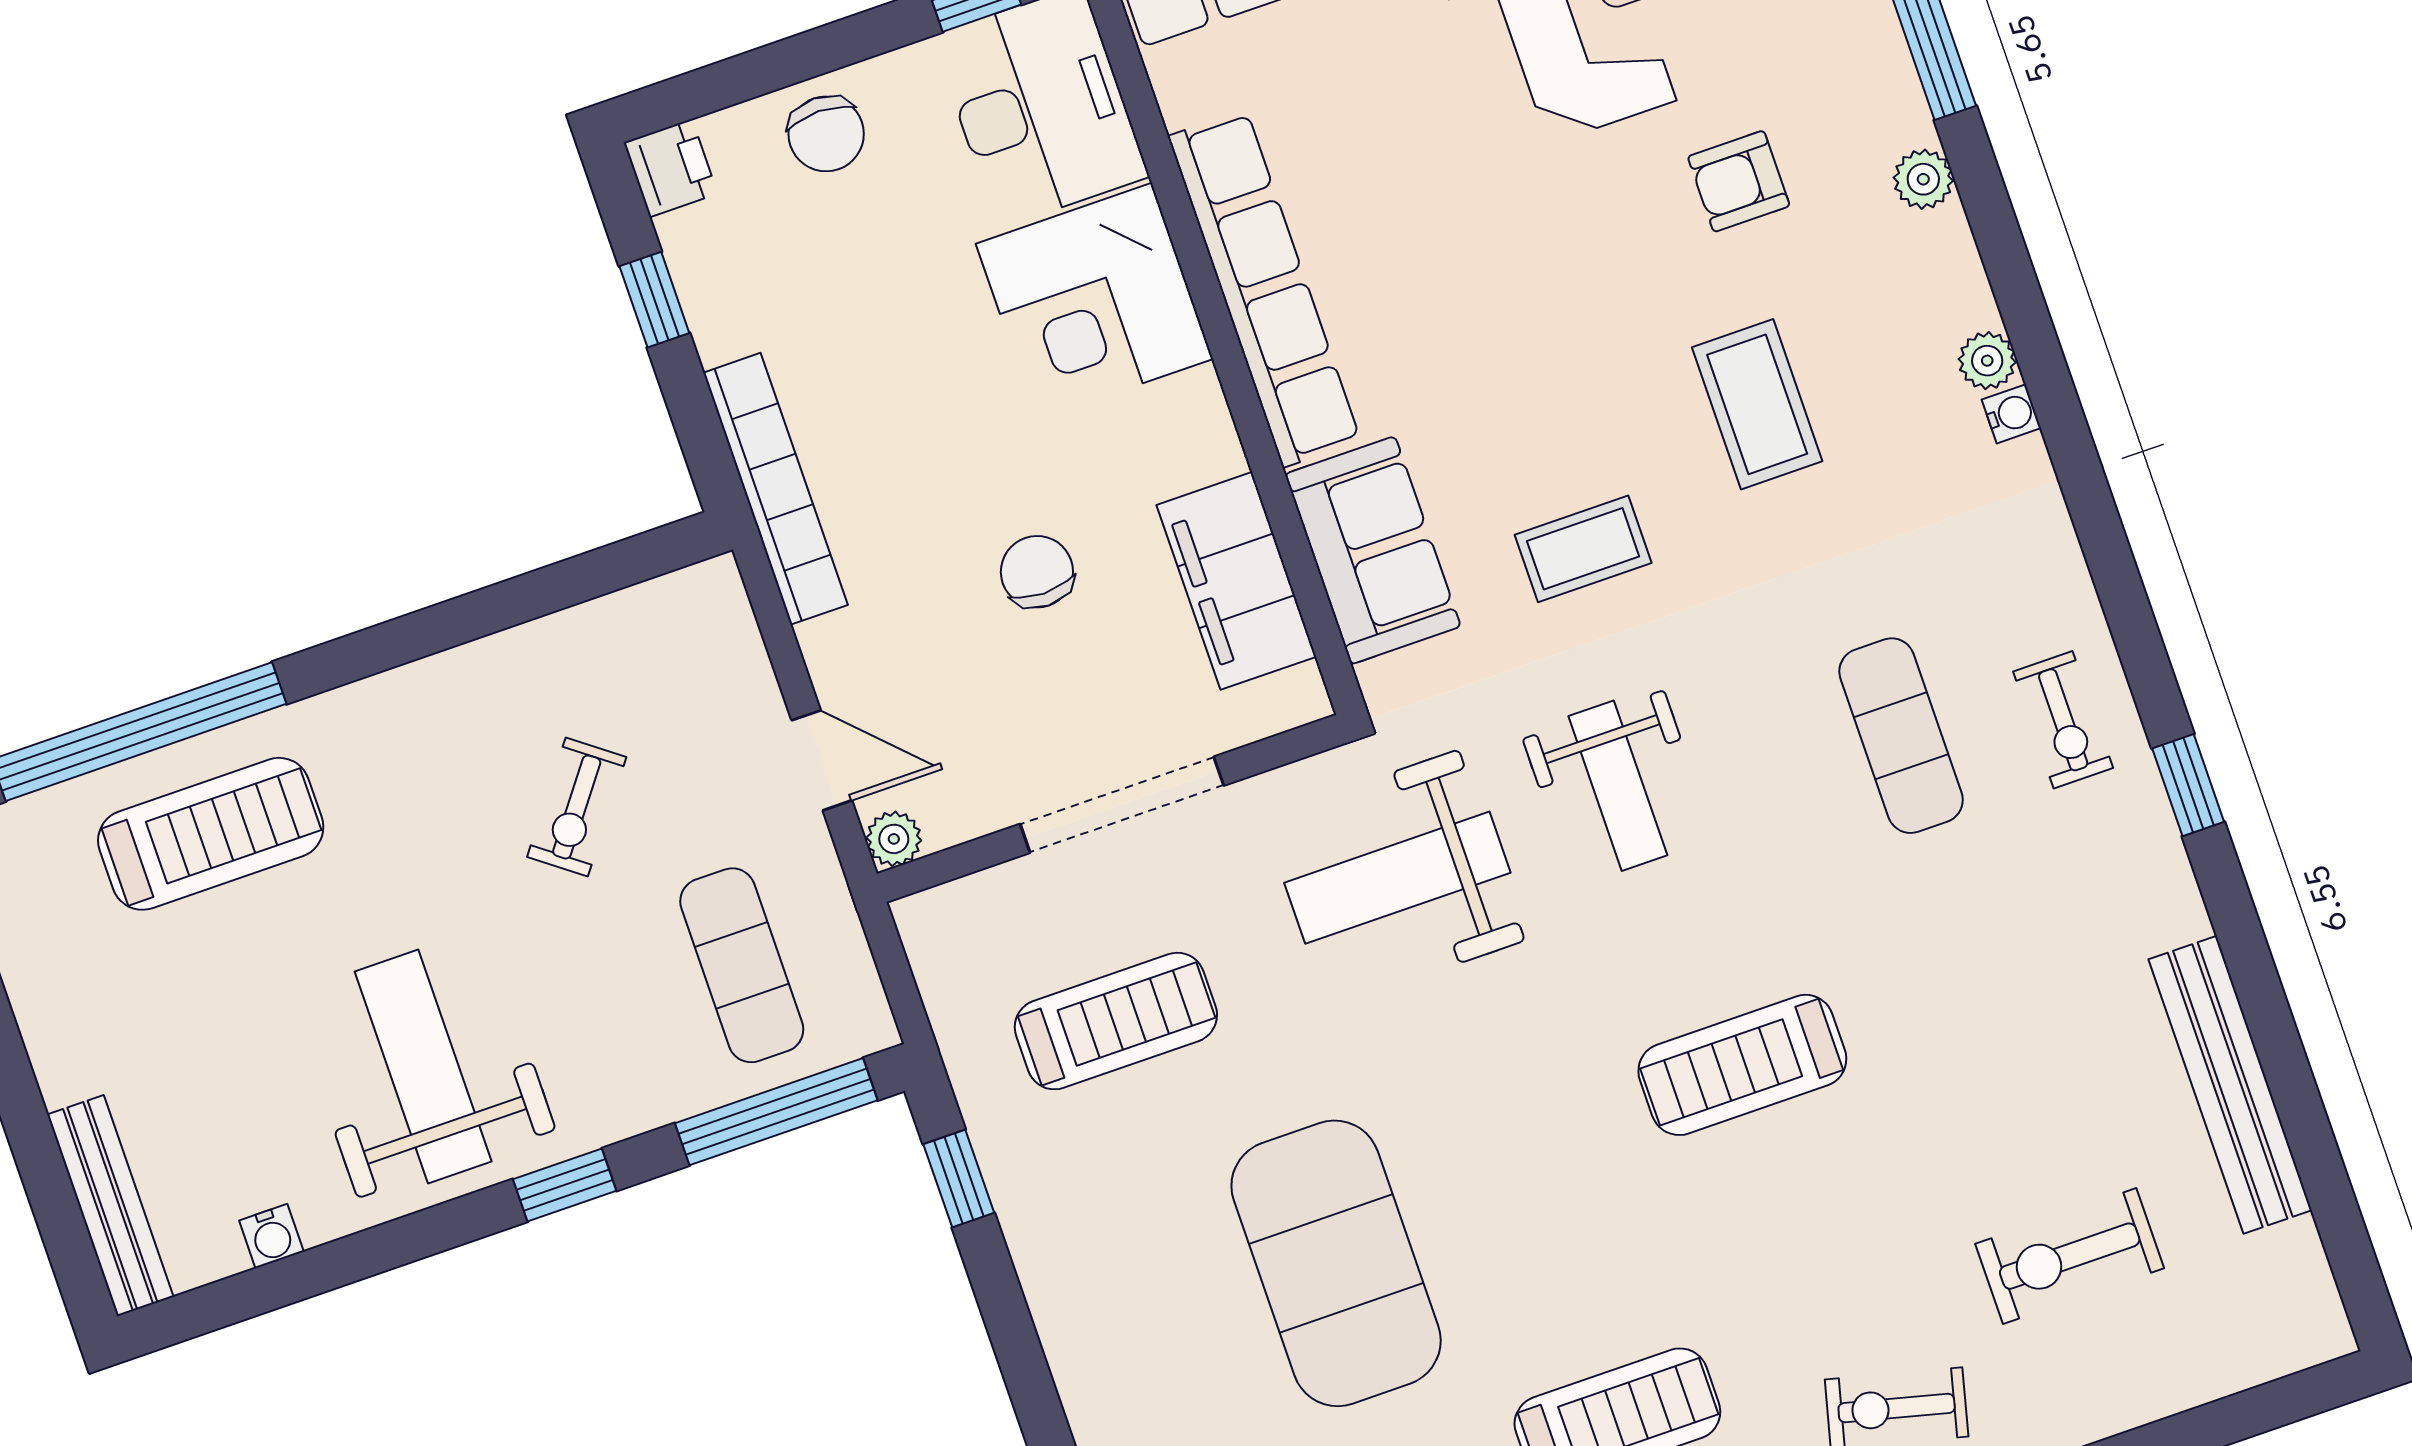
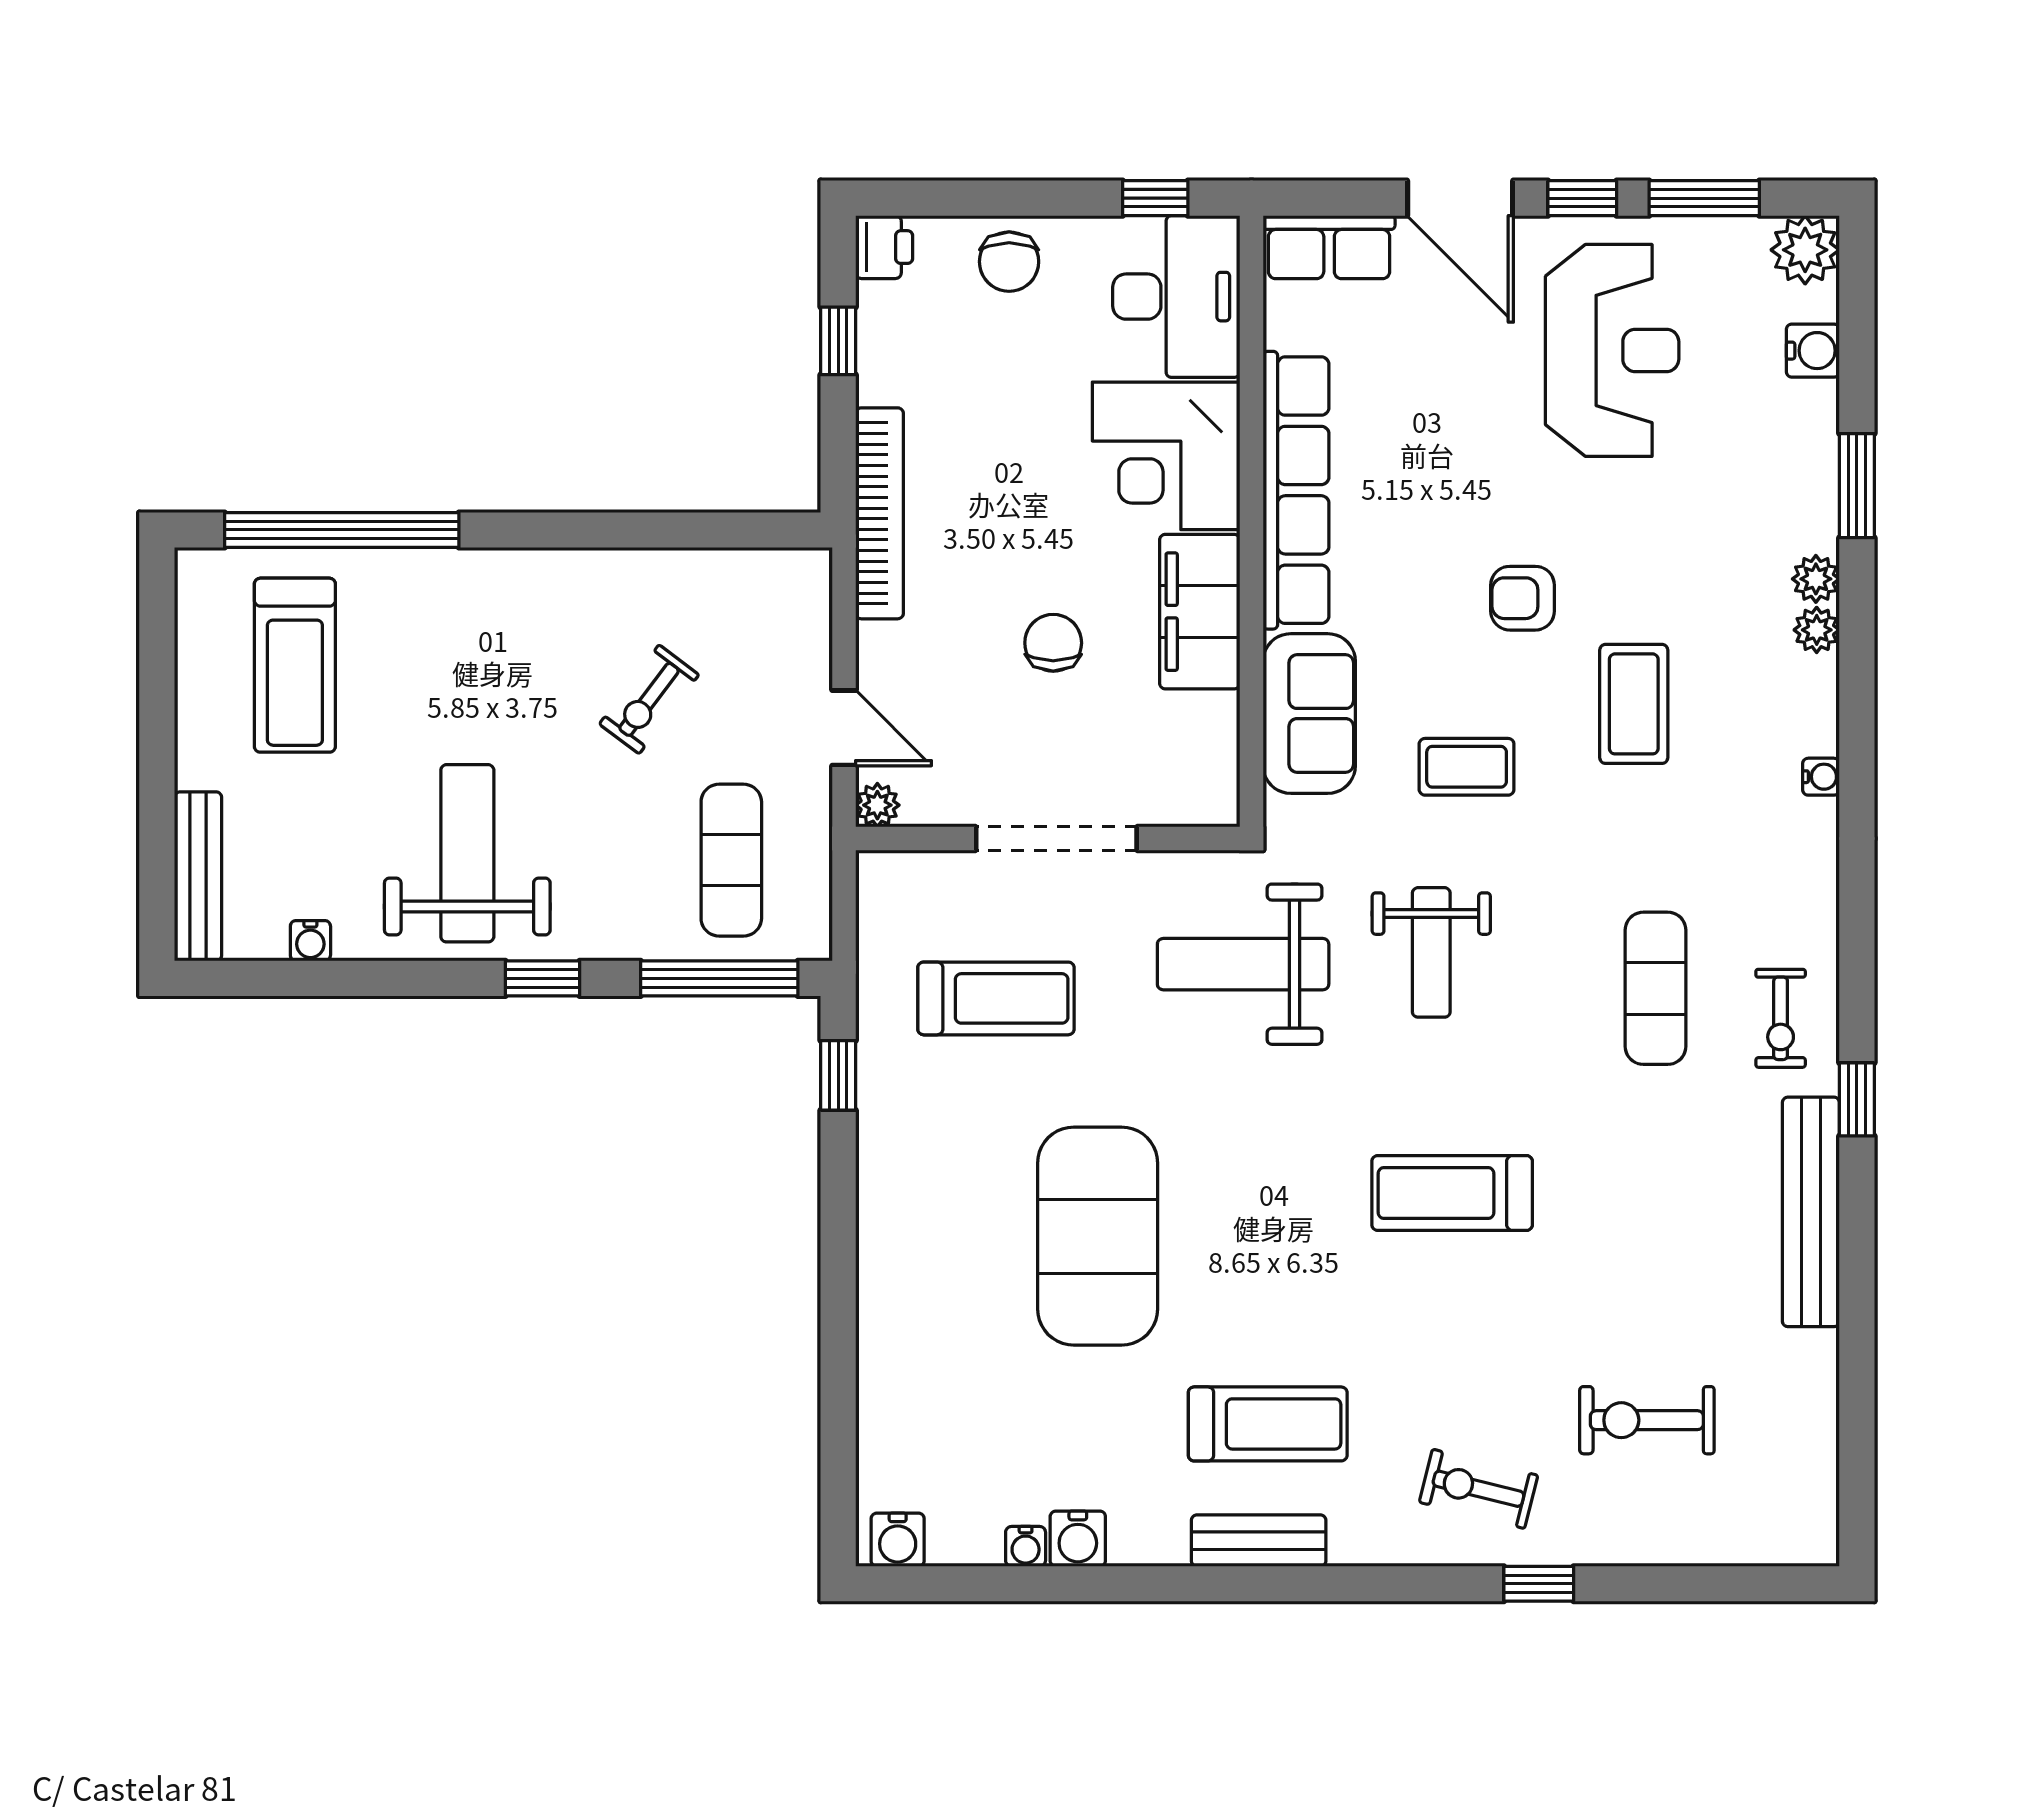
armchair: (1739, 181) -> (1523, 598), moved
plant: (1987, 361) -> (1817, 630), moved
filing cabinet: (1236, 581) -> (1200, 612), moved
treadmill: (211, 834) -> (295, 665), moved, turned 90
bench: (2230, 1085) -> (1811, 1212), moved

